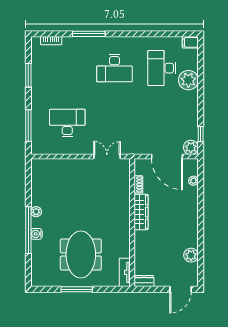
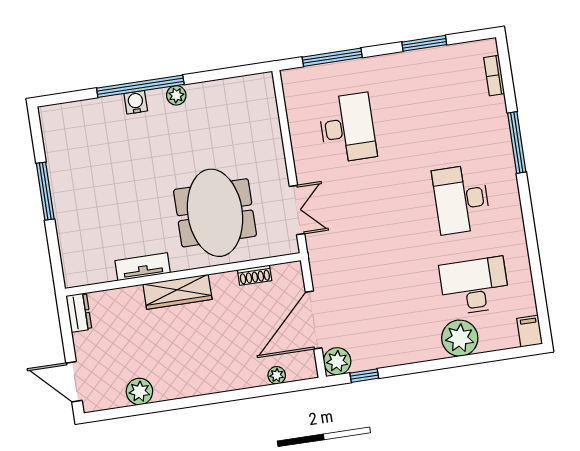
wardrobe: (141, 212) -> (177, 292), moved
meeting table: (81, 254) -> (215, 213), moved, turned 90
tv unit: (125, 272) -> (143, 267), moved

